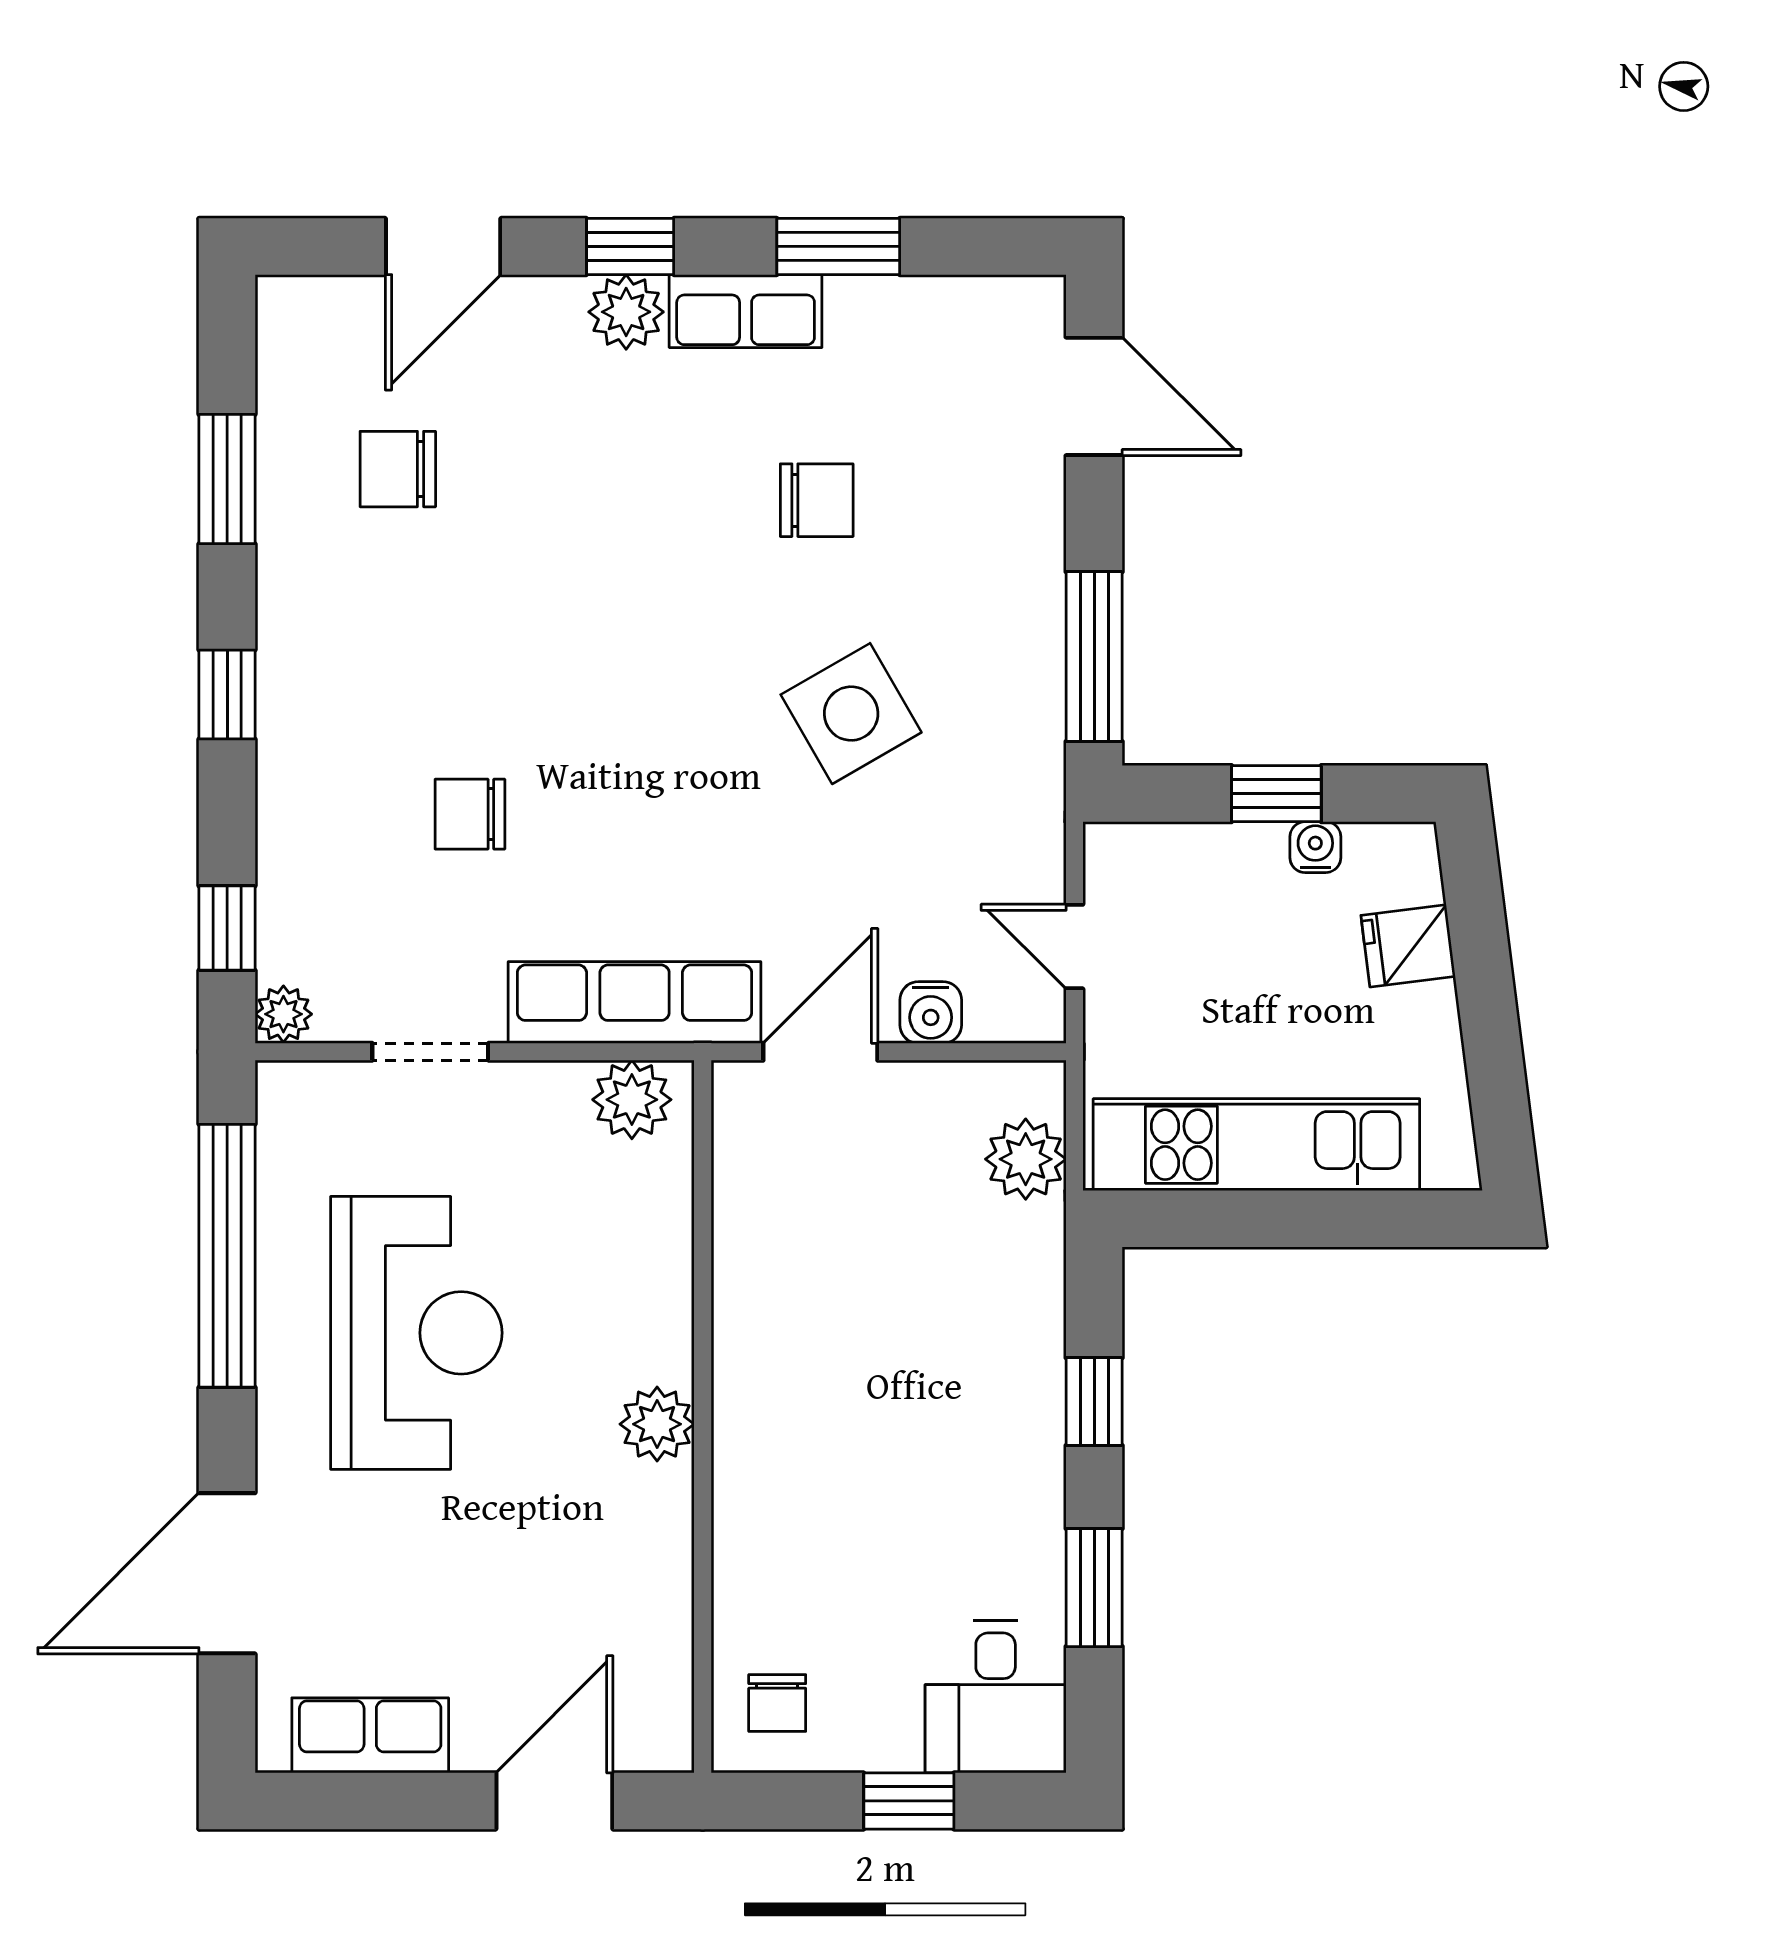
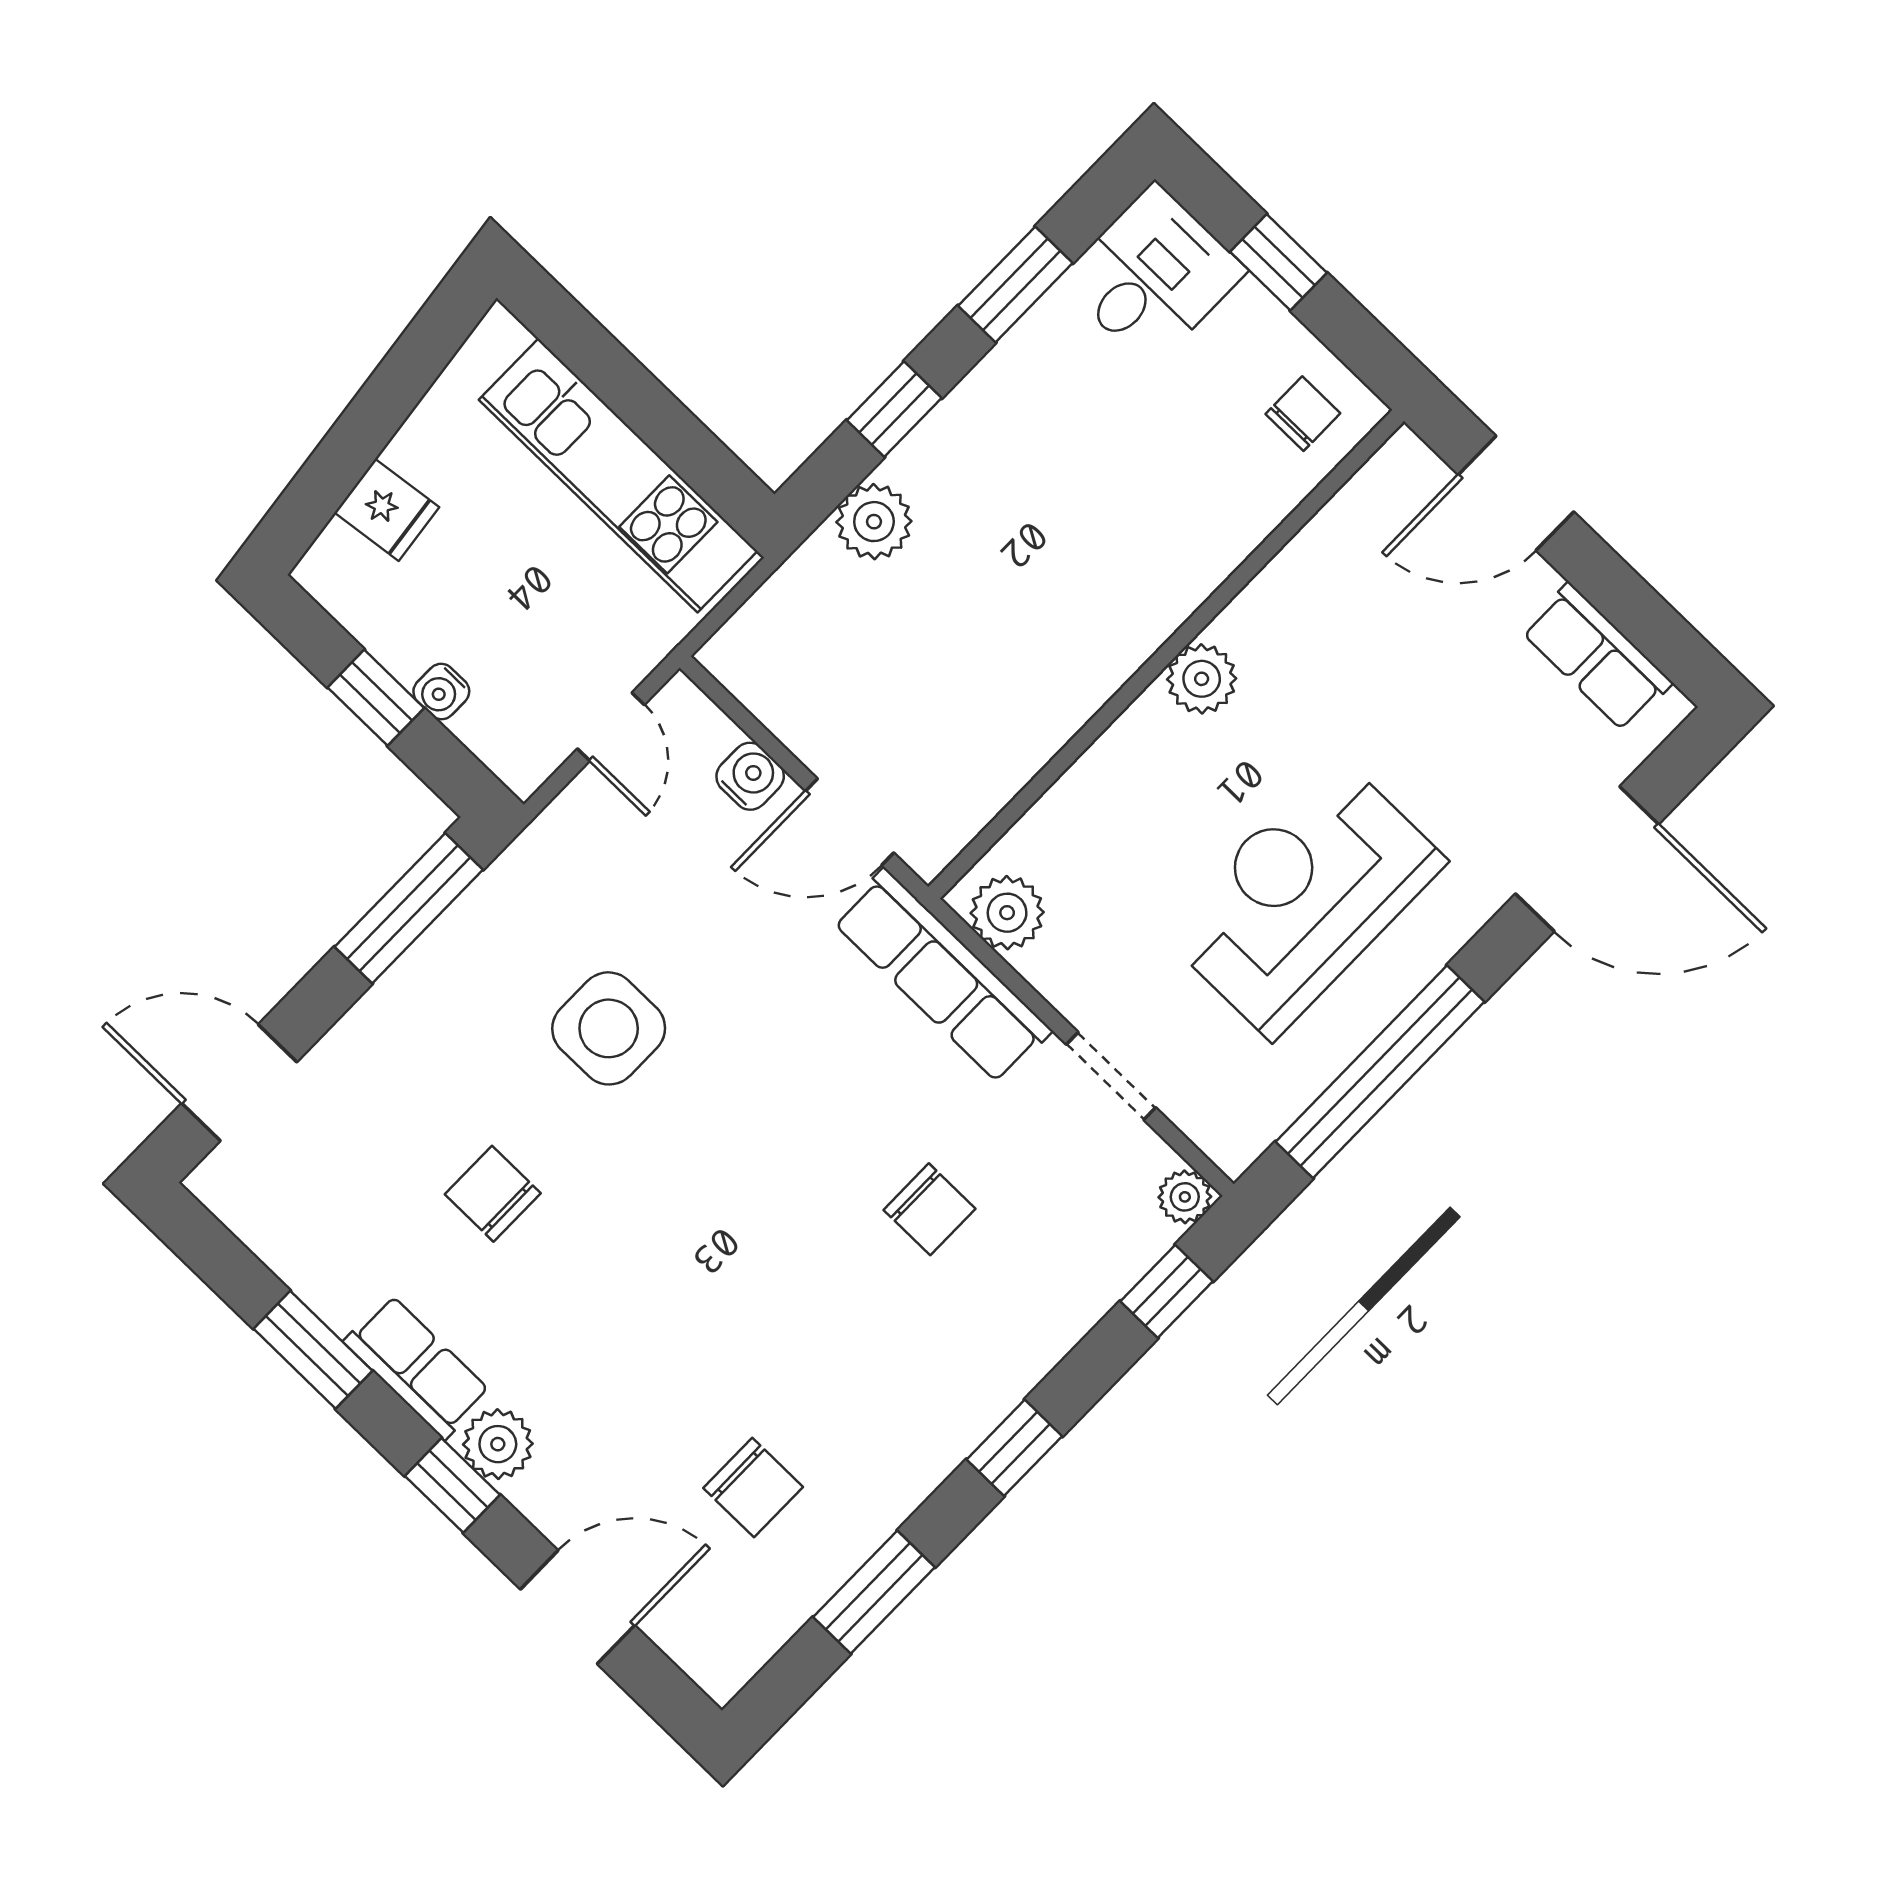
door: (1094, 396) -> (239, 1083), hinge flipped
side table: (851, 714) -> (609, 1028), turned 30
water cooler: (1315, 847) -> (441, 692), moved
plant: (1026, 1159) -> (874, 522), moved

